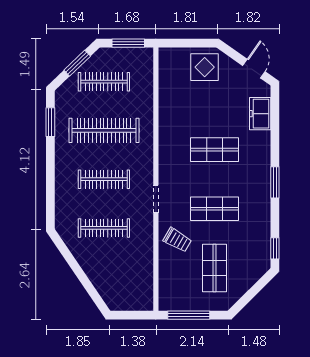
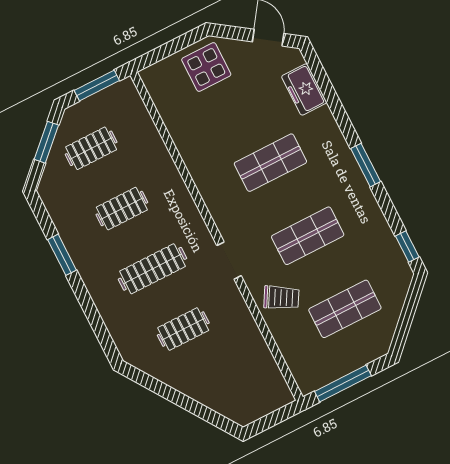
clothes rail: (104, 82) -> (91, 148), width x0.73
window: (50, 122) -> (62, 255), moved
clothes rail: (104, 130) -> (122, 209), width x0.54, depth x0.76
clothes rail: (104, 228) -> (183, 329), width x0.73
shop shelf: (214, 268) -> (345, 309), turned 90

